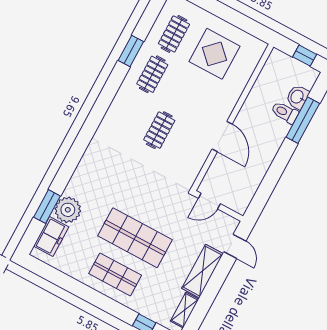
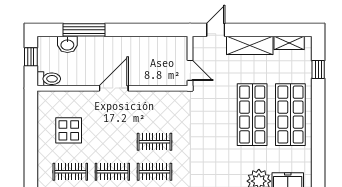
display table: (215, 54) -> (69, 130), width x0.73, depth x0.73
toilet: (285, 112) -> (49, 79), moved, turned -90
clothes rail: (131, 115) -> (154, 172), added
door: (222, 136) -> (114, 88), moved
shop shelf: (115, 274) -> (290, 115), width x1.43, depth x1.36

